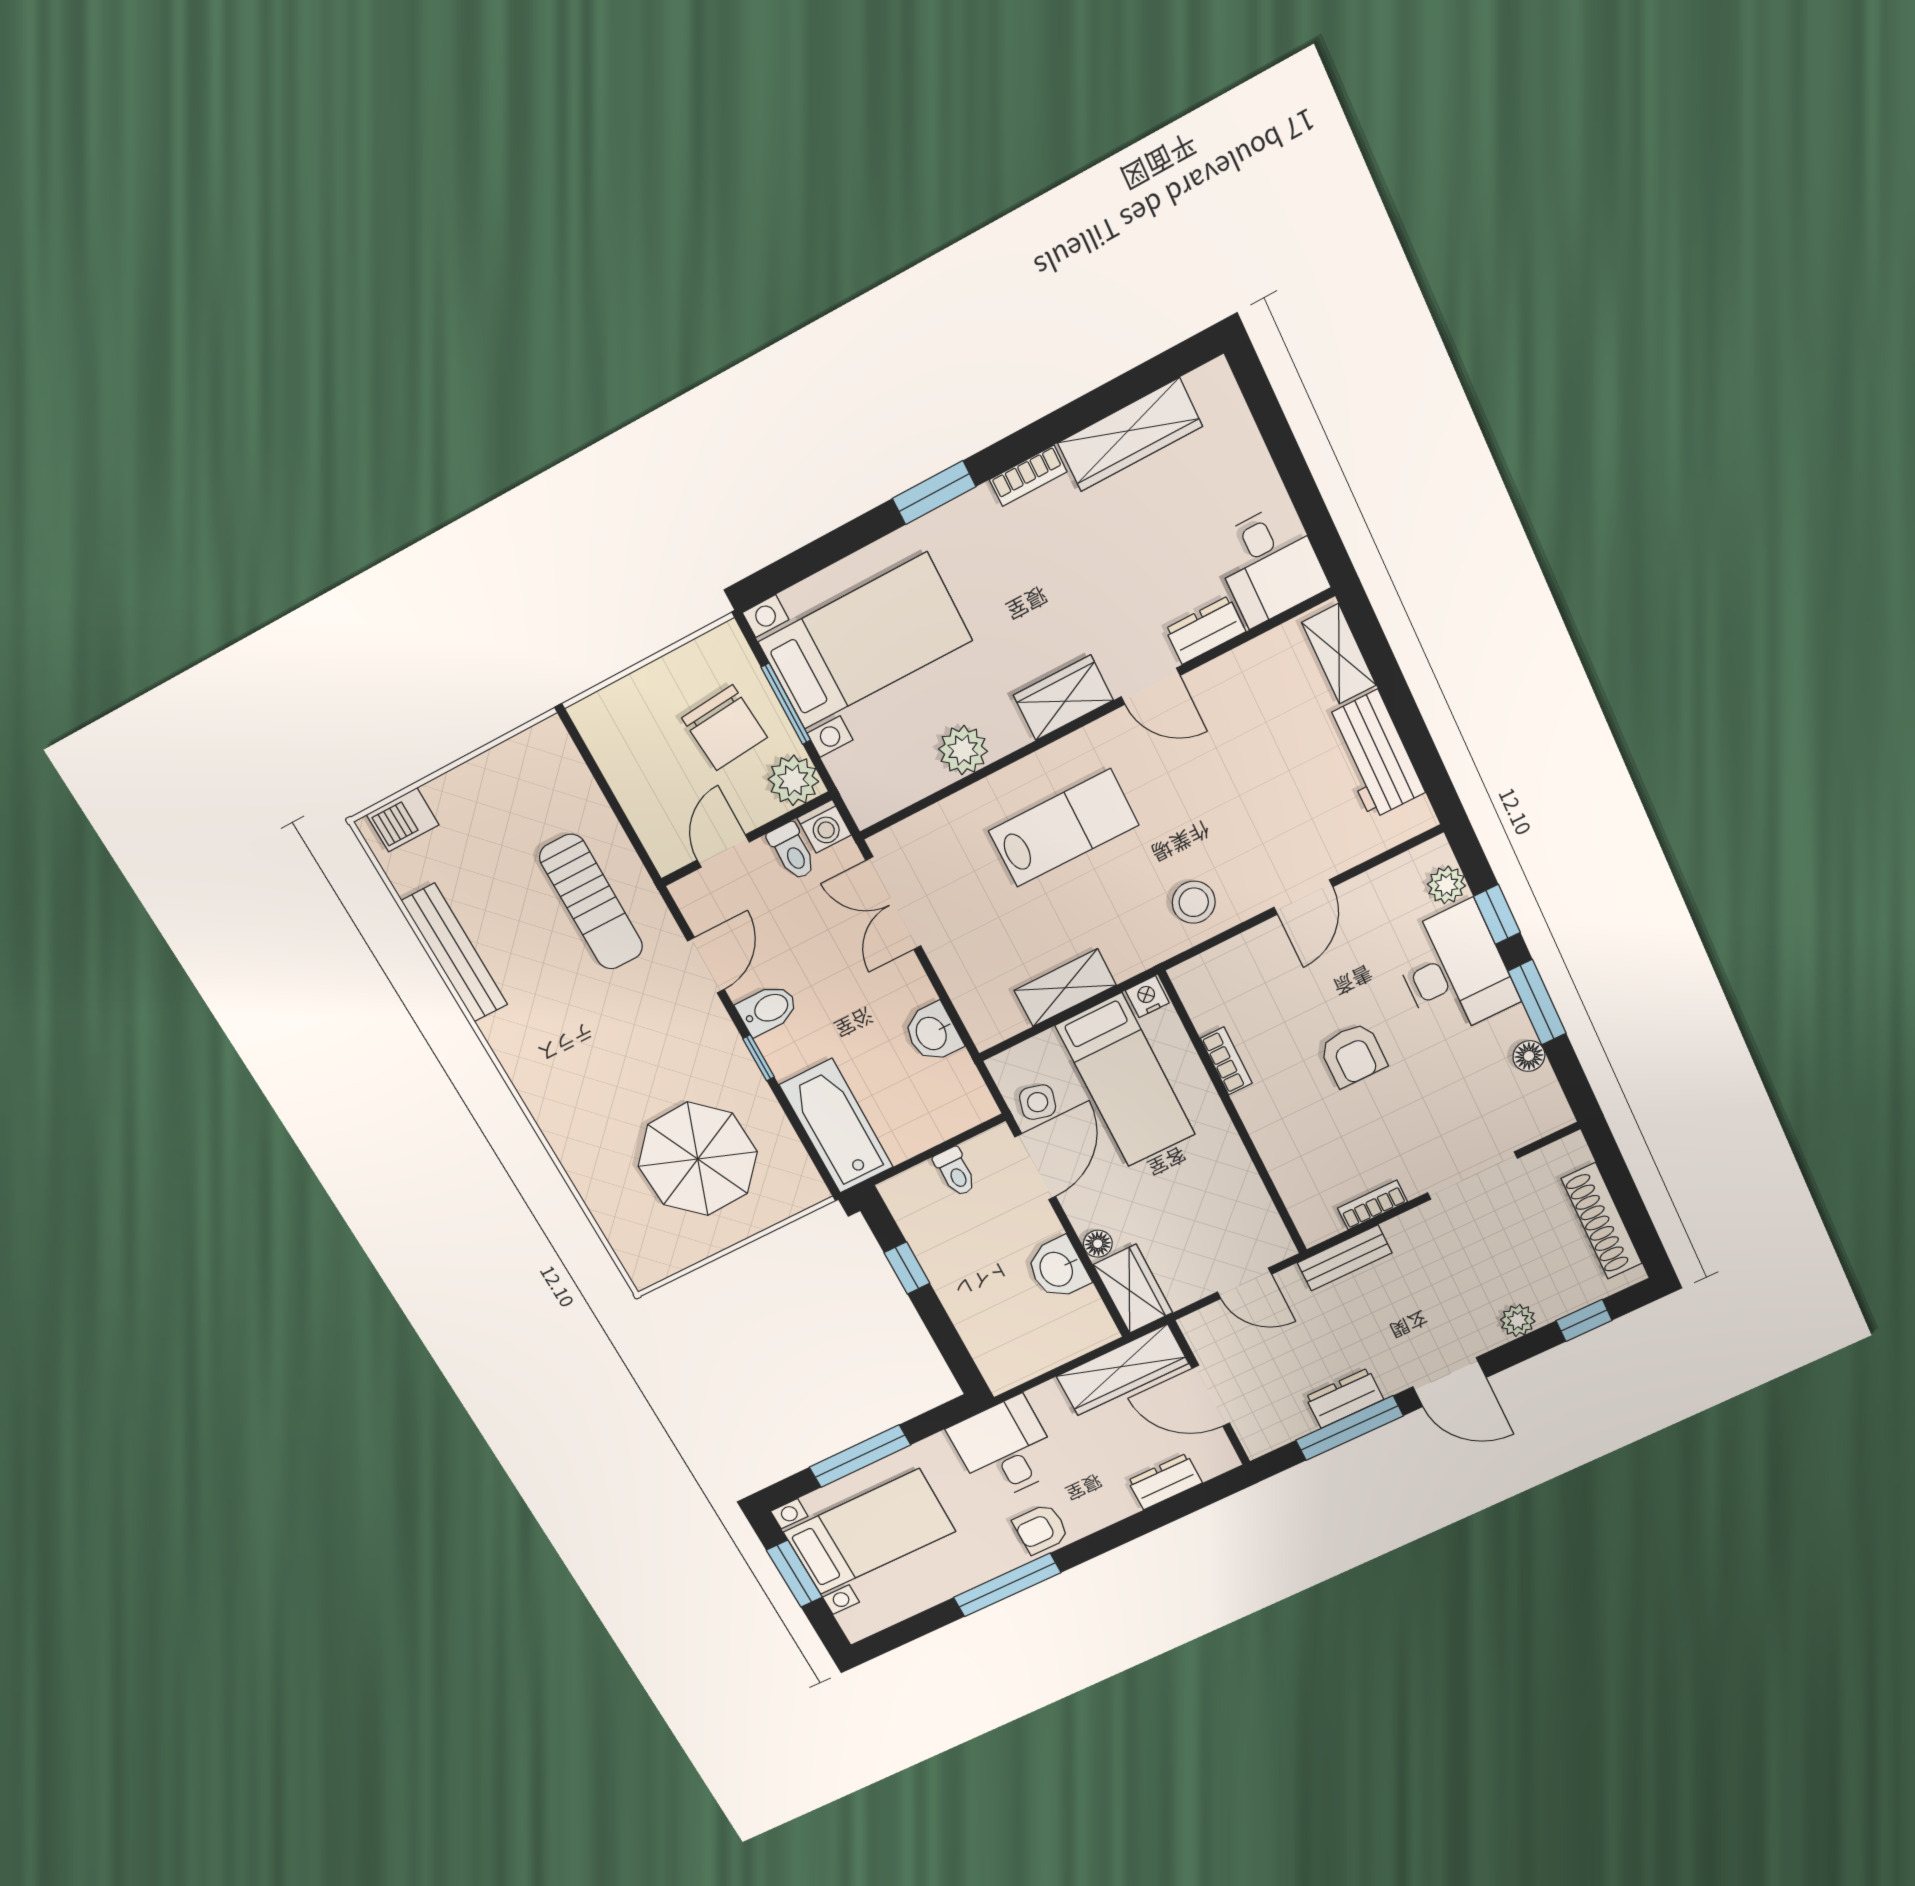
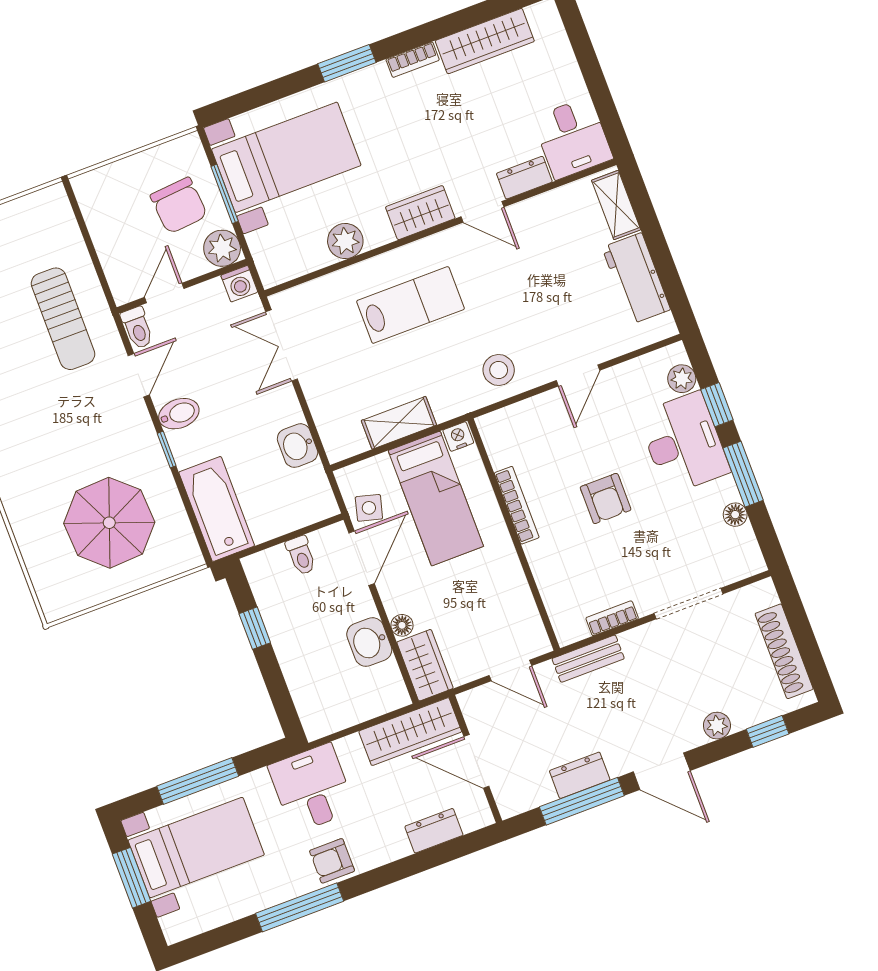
toilet: (792, 851) -> (137, 328), moved
bookcase: (1226, 1061) -> (517, 505), width x1.56

